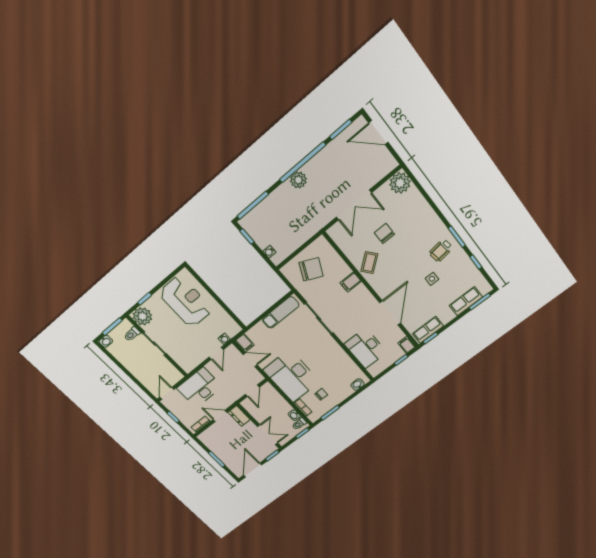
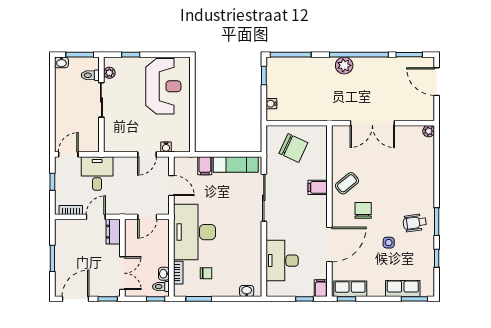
plant: (400, 183) -> (429, 131), width x0.53, depth x0.53
chair: (384, 233) -> (363, 210), moved
plant: (142, 316) -> (109, 73), width x0.53, depth x0.53
filing cabinet: (245, 343) -> (205, 166), moved
desk: (200, 387) -> (97, 174), width x0.73
door: (220, 416) -> (96, 217), hinge flipped

